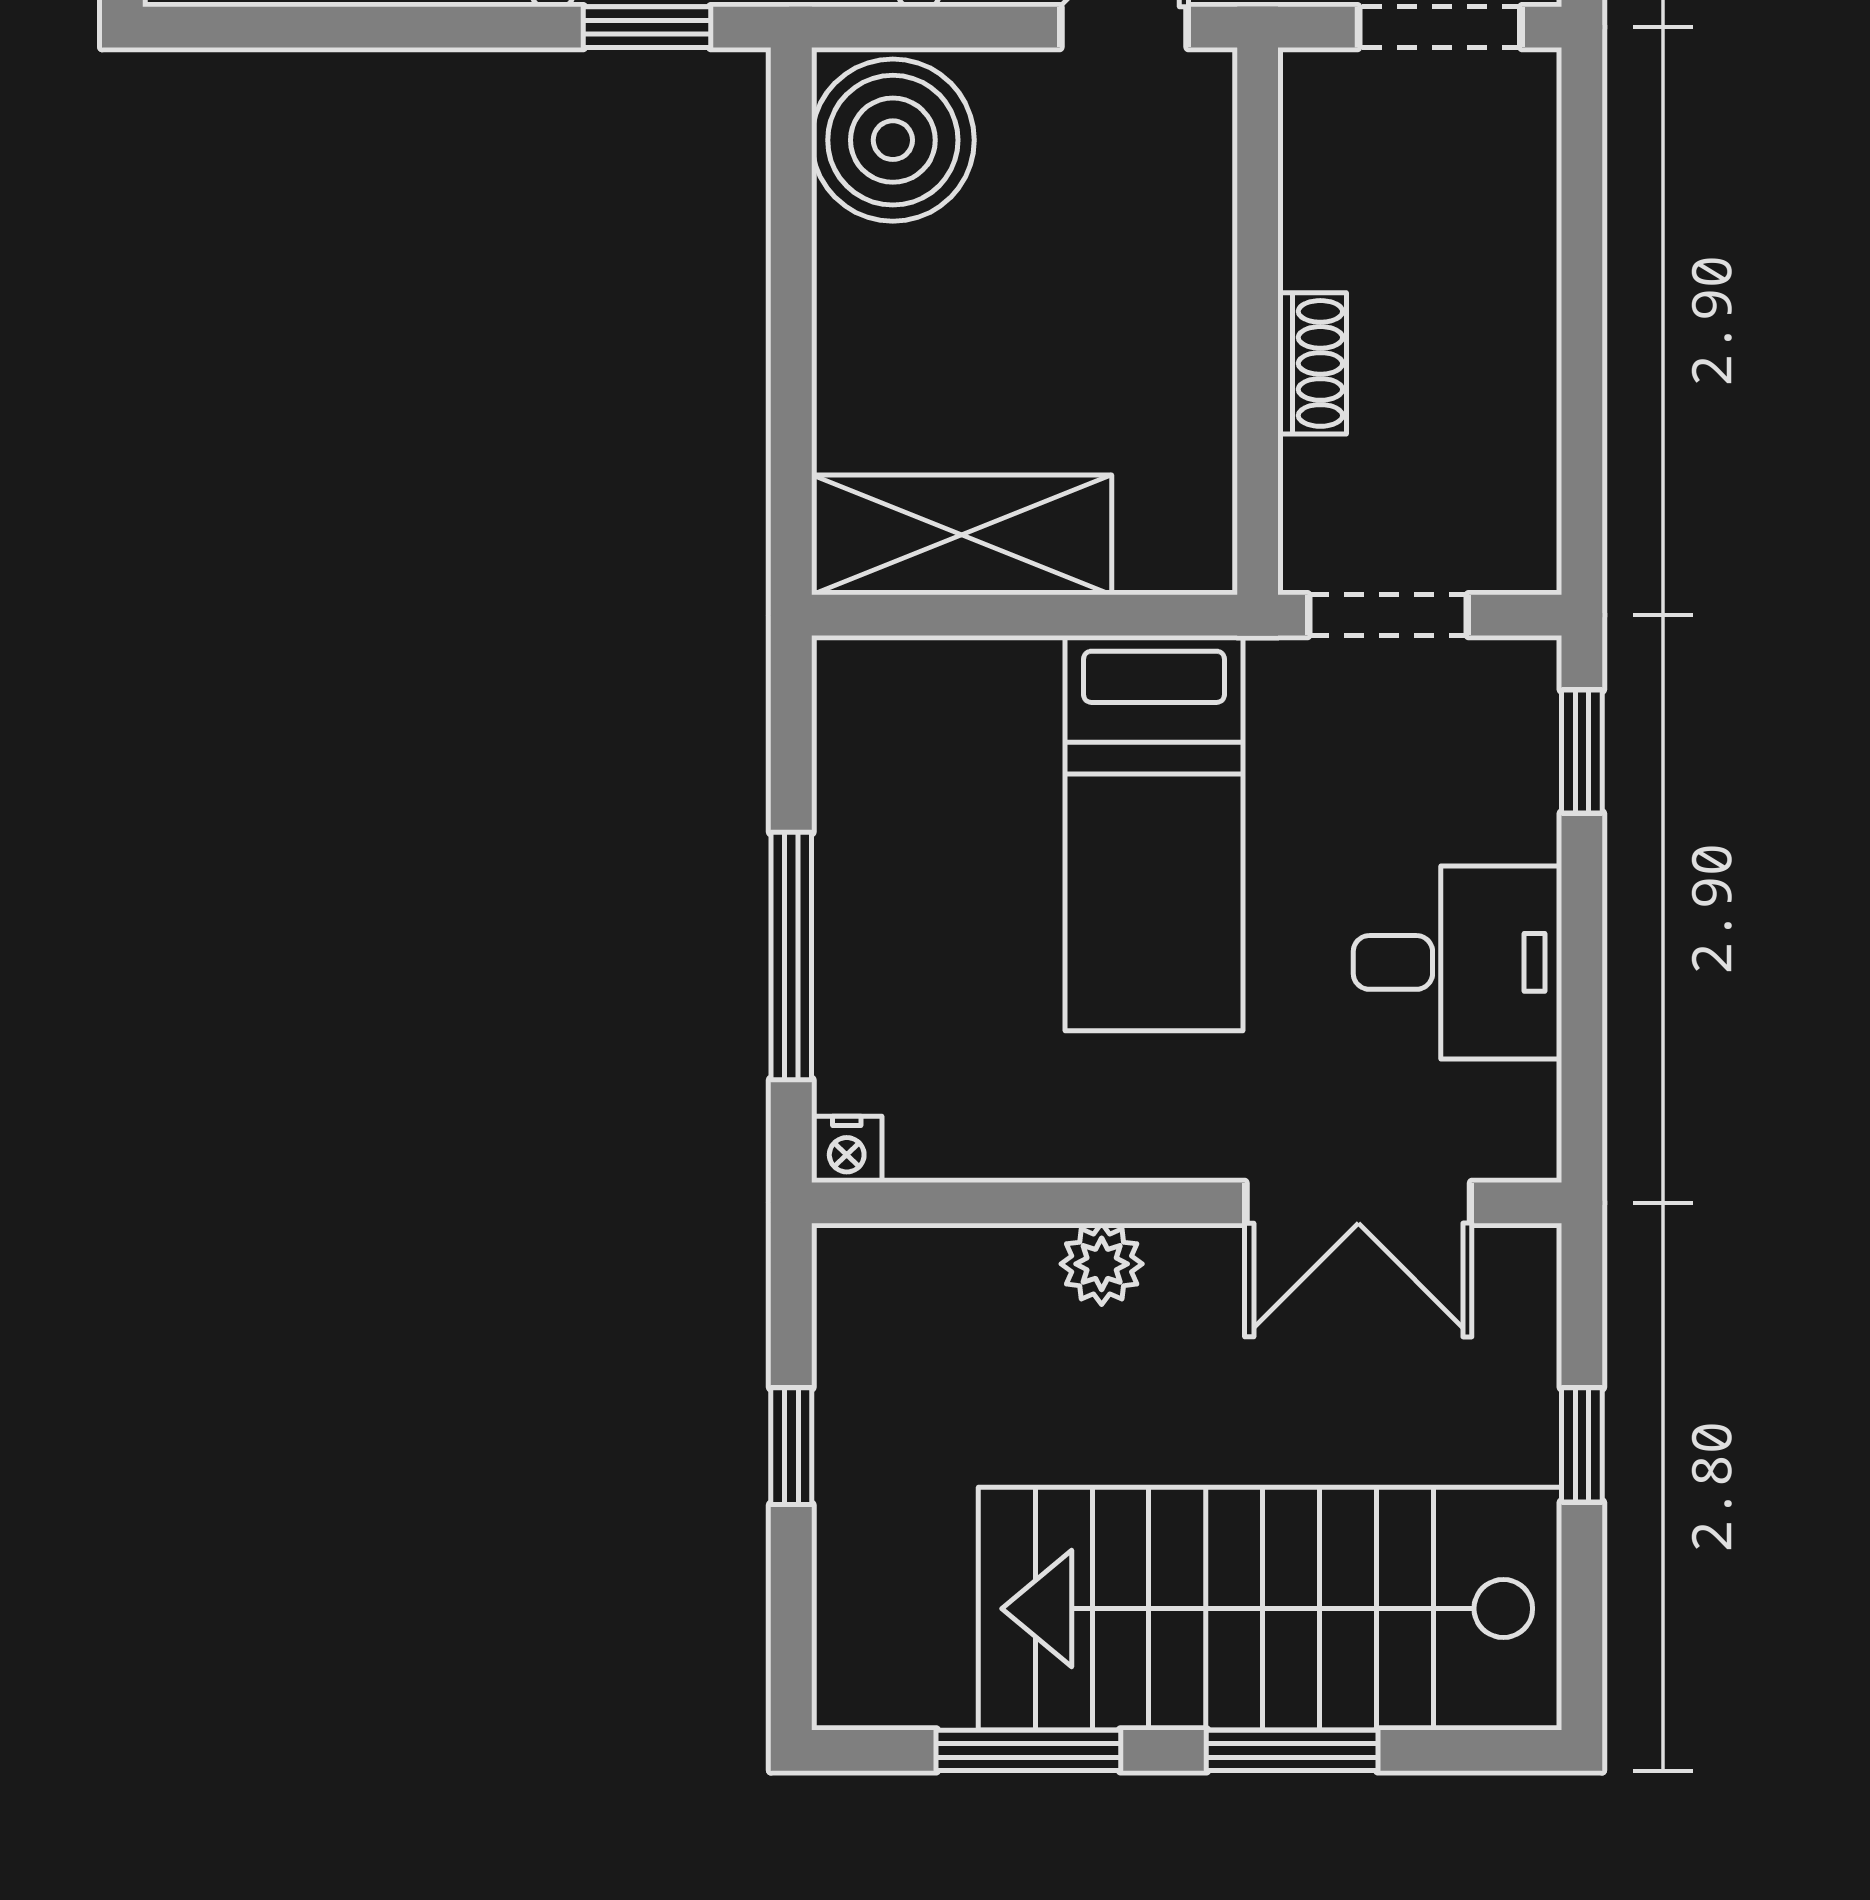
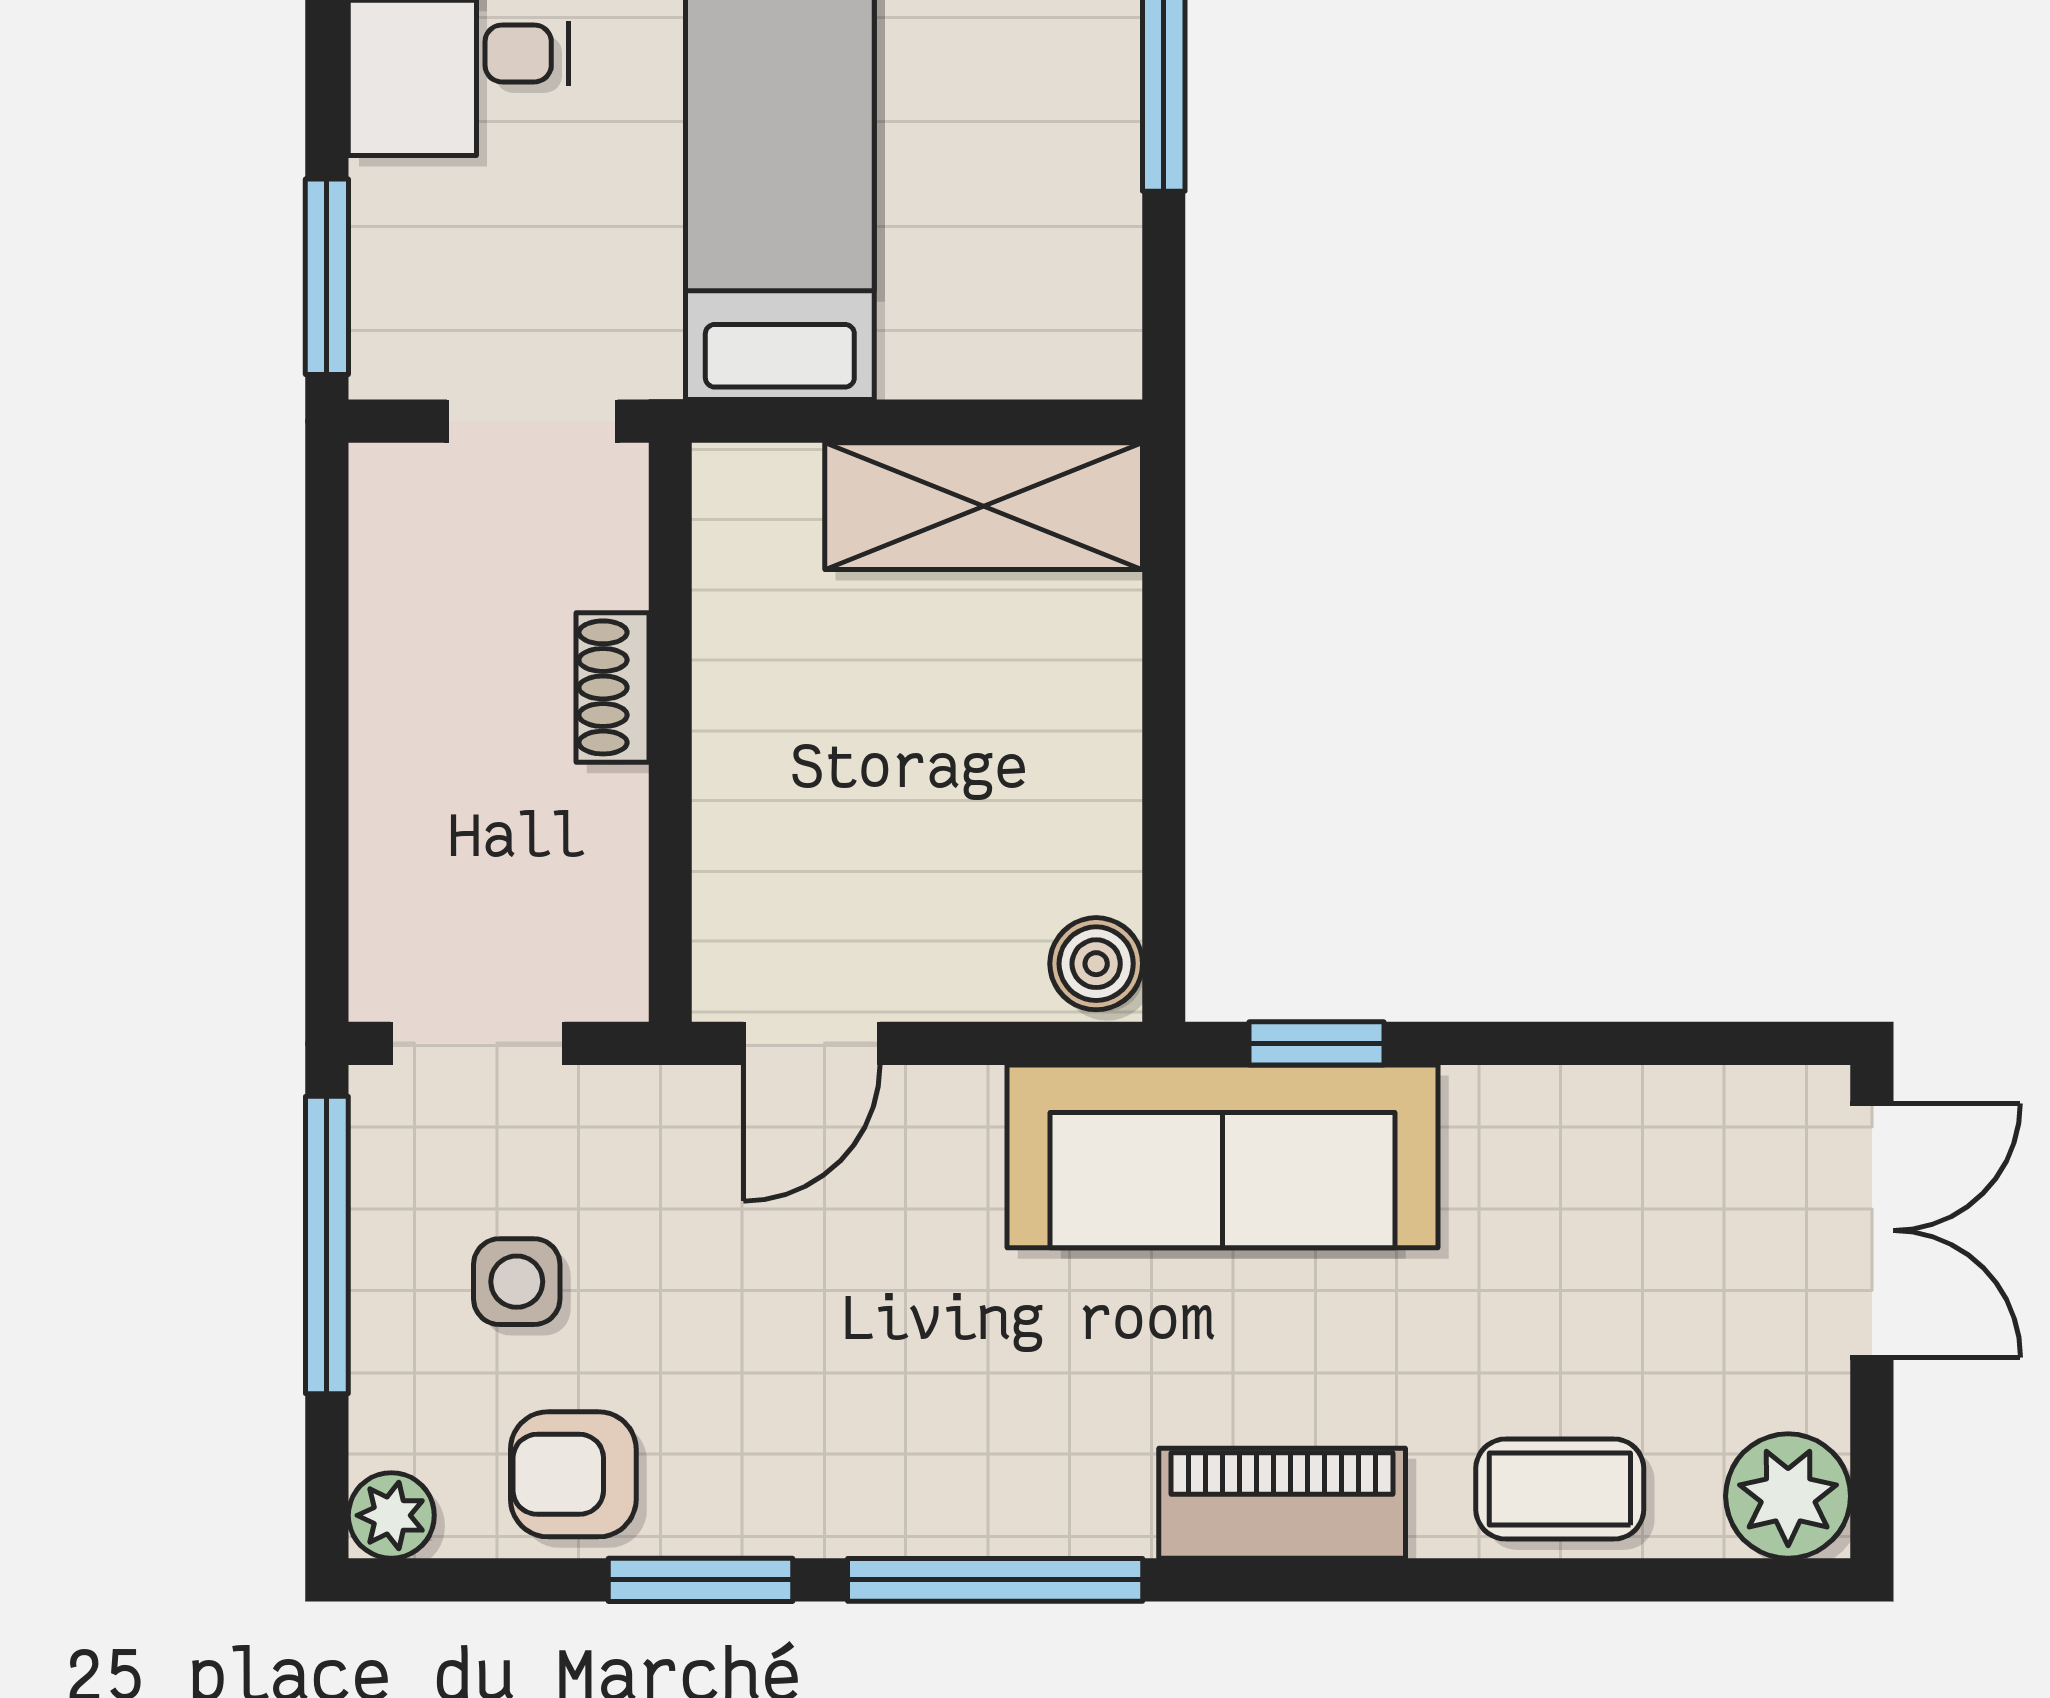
boiler: (893, 140) -> (1096, 964), width x0.54, depth x0.54
window: (1582, 752) -> (327, 277), width x1.50

